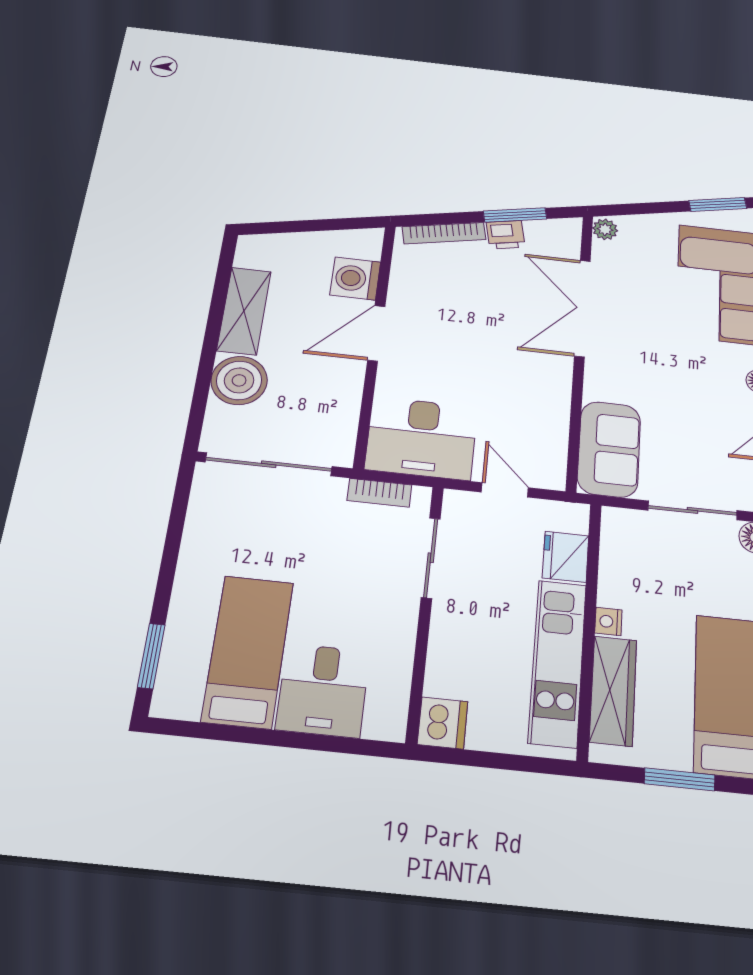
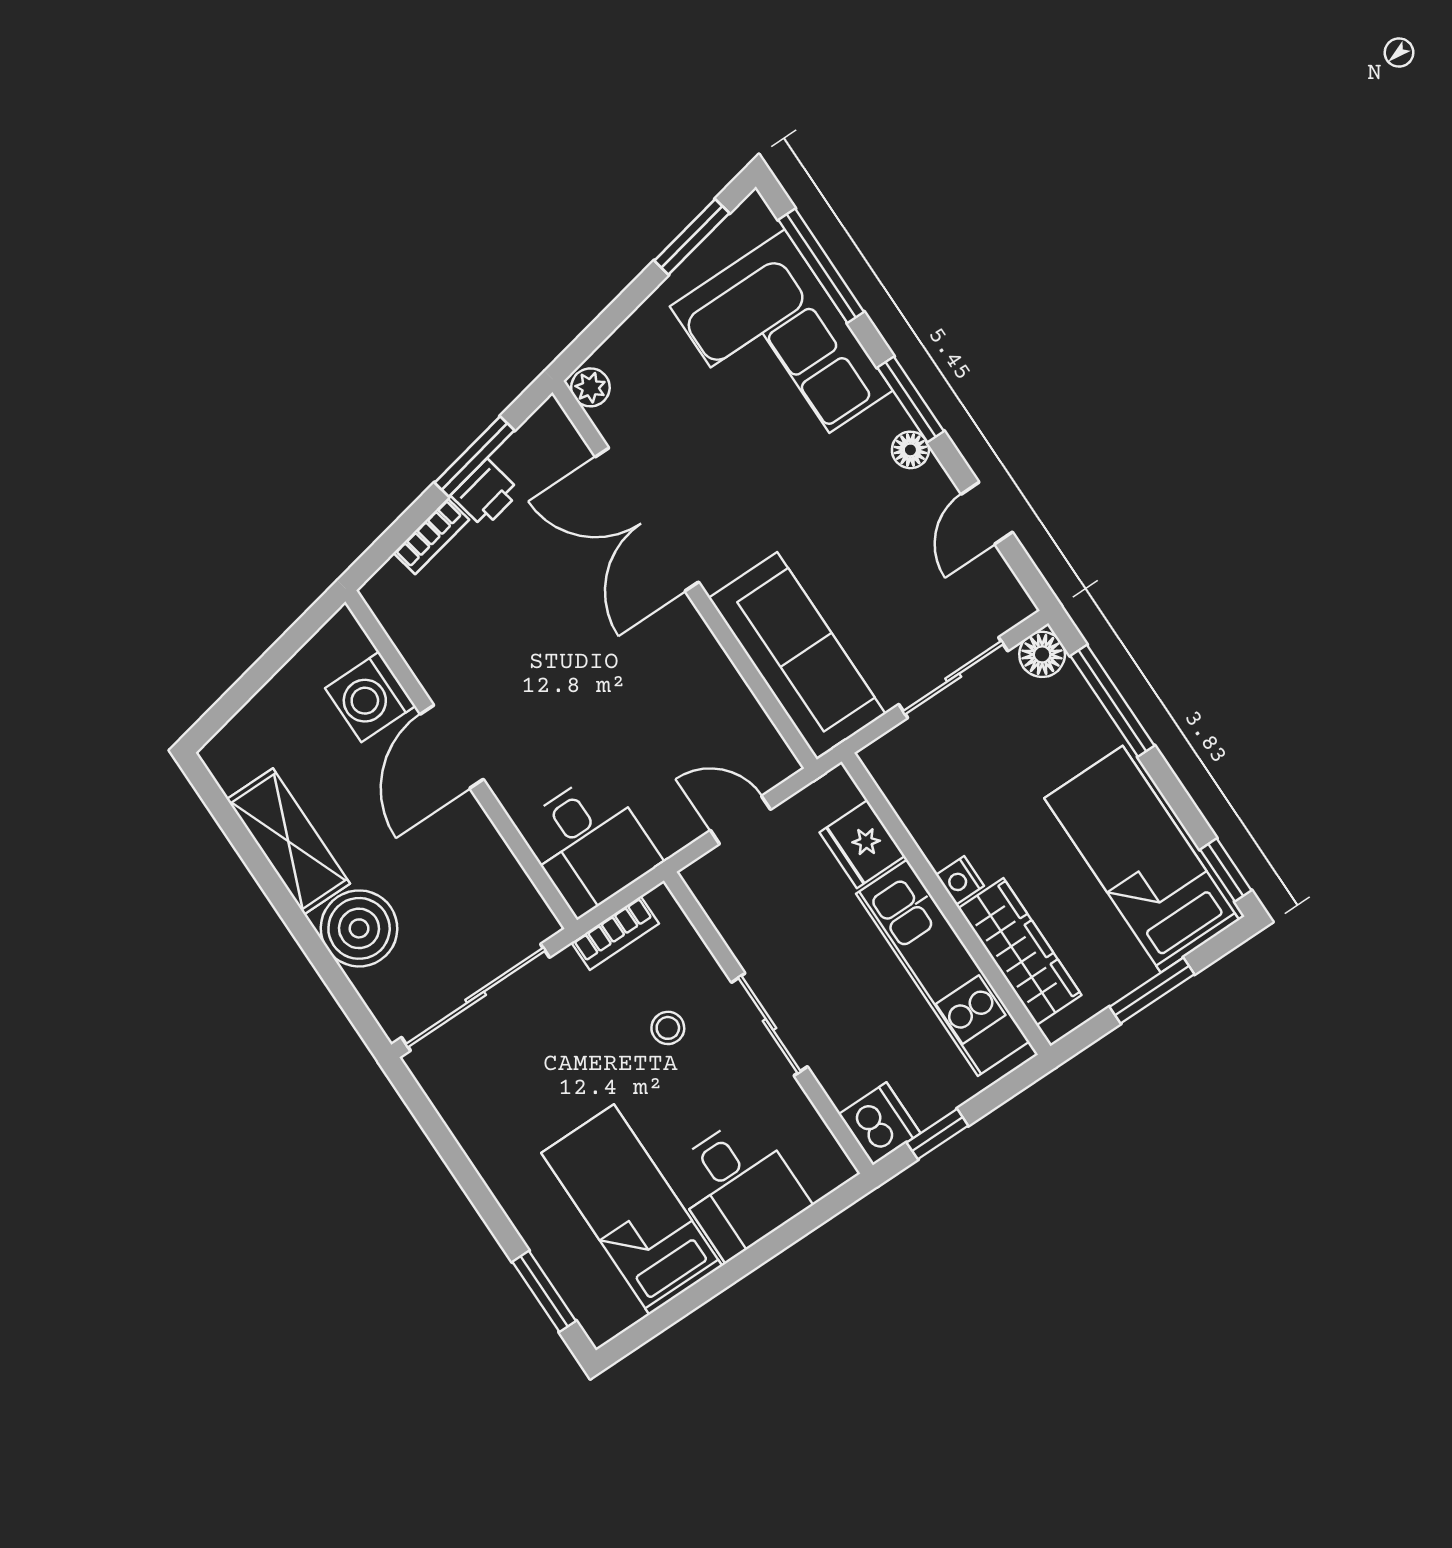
bookcase: (444, 233) -> (431, 536), width x0.64
desk: (421, 438) -> (589, 844), width x0.73
sofa: (609, 449) -> (797, 656), width x1.36
sliding door: (431, 558) -> (769, 1024), moved
stool: (363, 567) -> (668, 1028), added
window: (473, 758) -> (937, 1134), added

